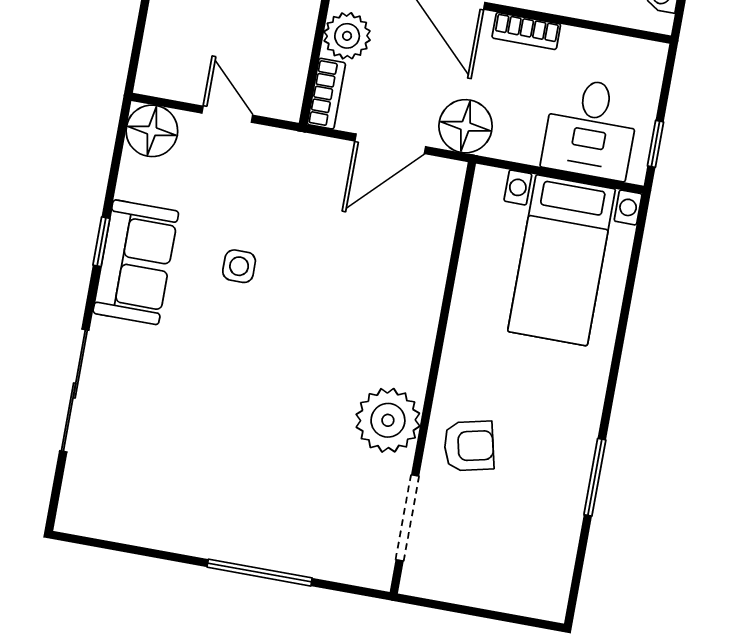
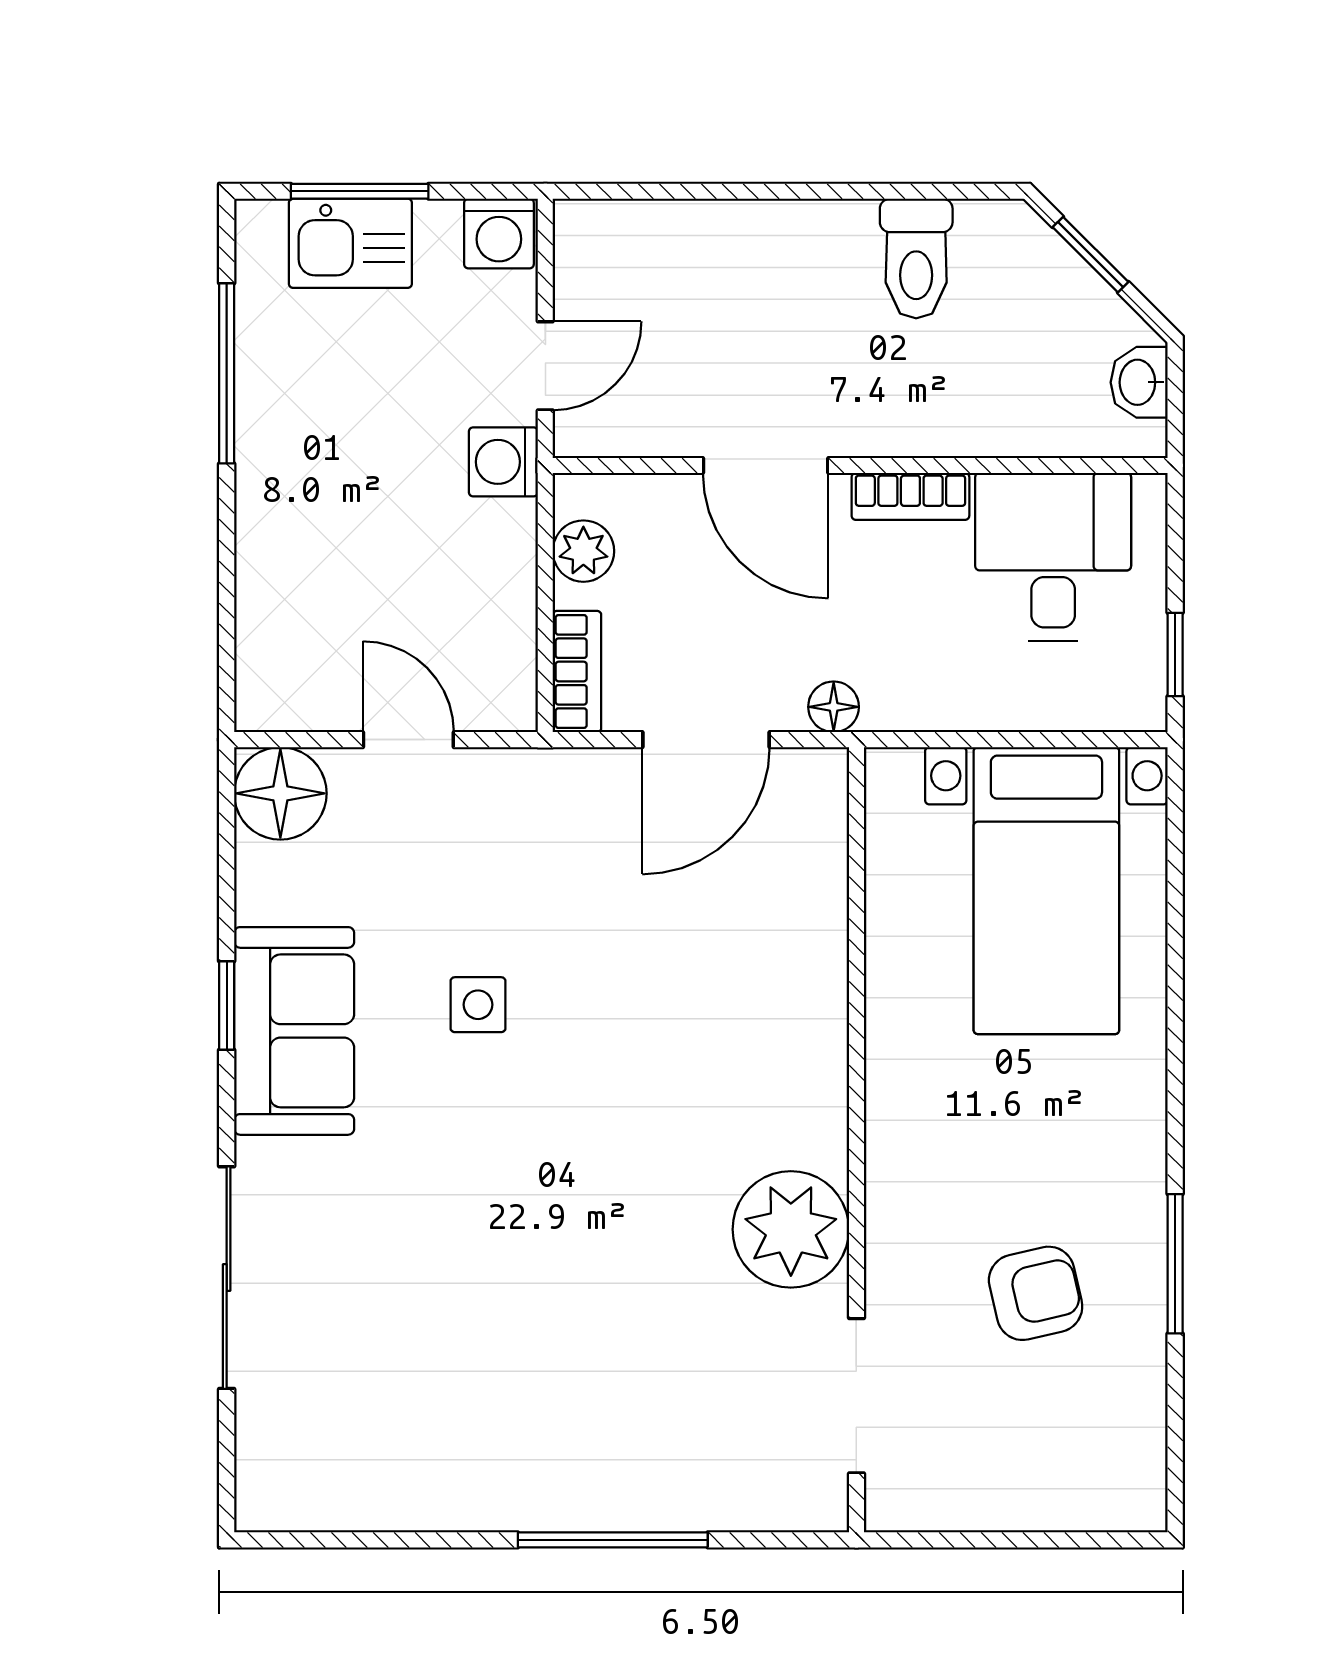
plant: (347, 36) -> (583, 551), width x0.73, depth x0.73
floor lamp: (466, 126) -> (834, 707), width x0.53, depth x0.53
desk: (591, 129) -> (1053, 557), moved, turned 180
armchair: (469, 446) -> (1036, 1293), moved

